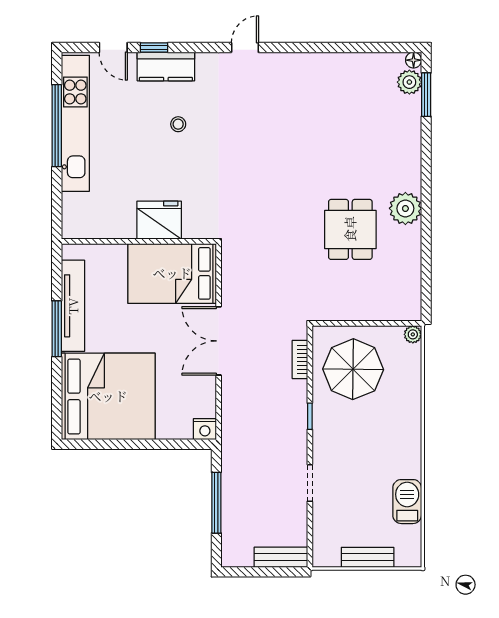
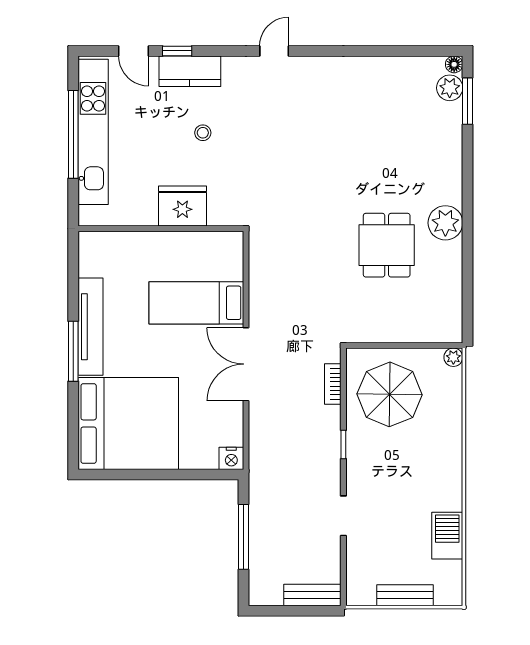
fridge: (159, 220) -> (182, 206), moved
wall: (139, 241) -> (161, 229), moved
bed: (172, 273) -> (196, 303), width x0.67

